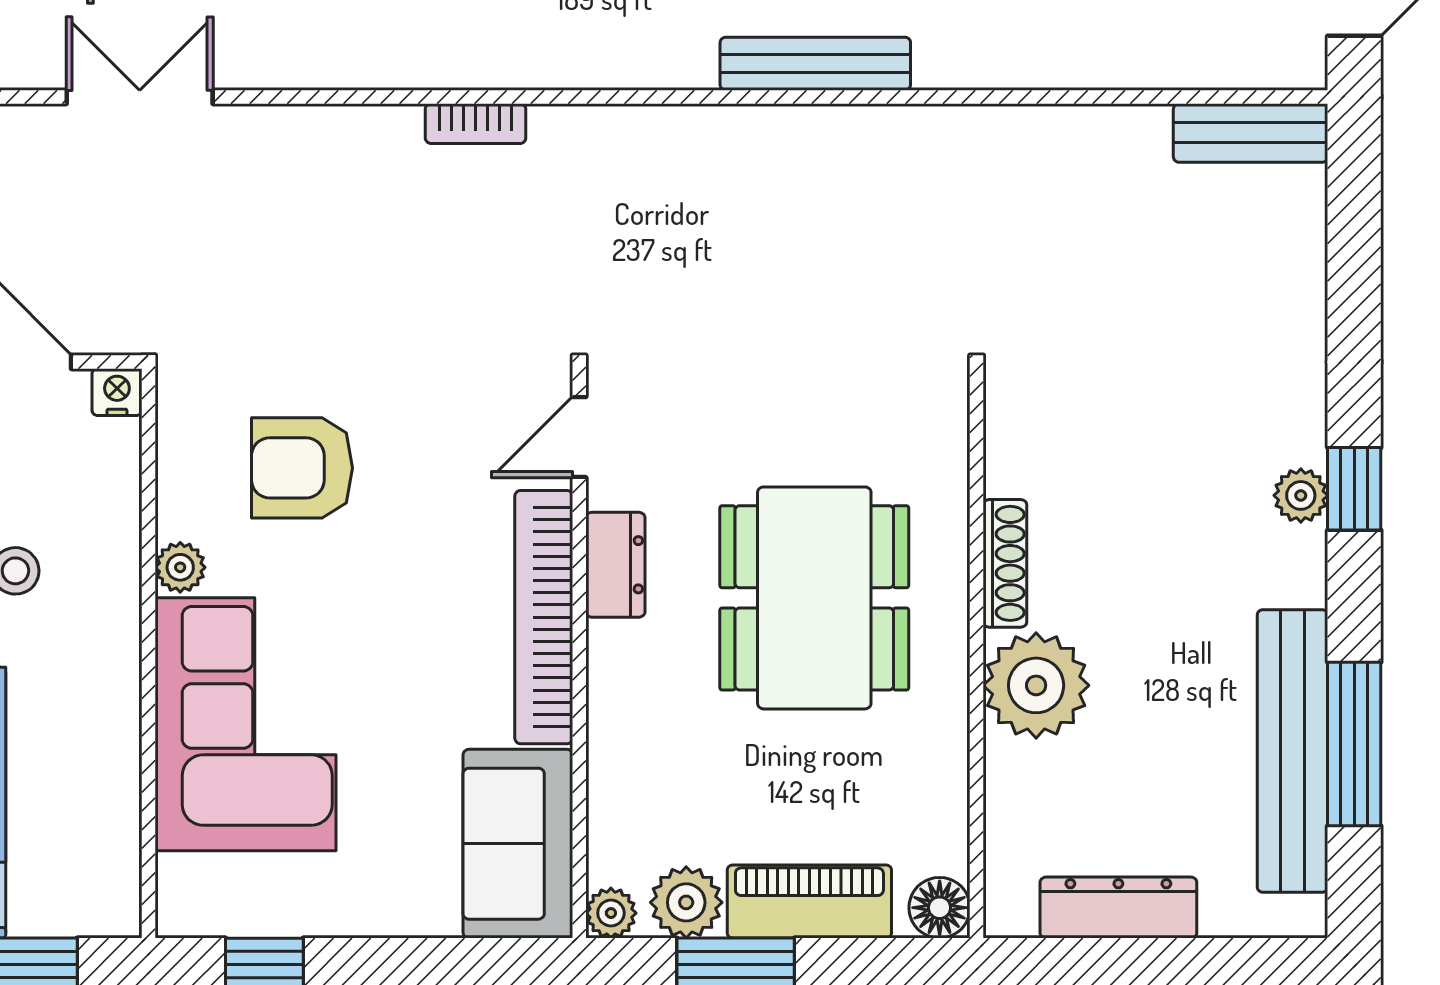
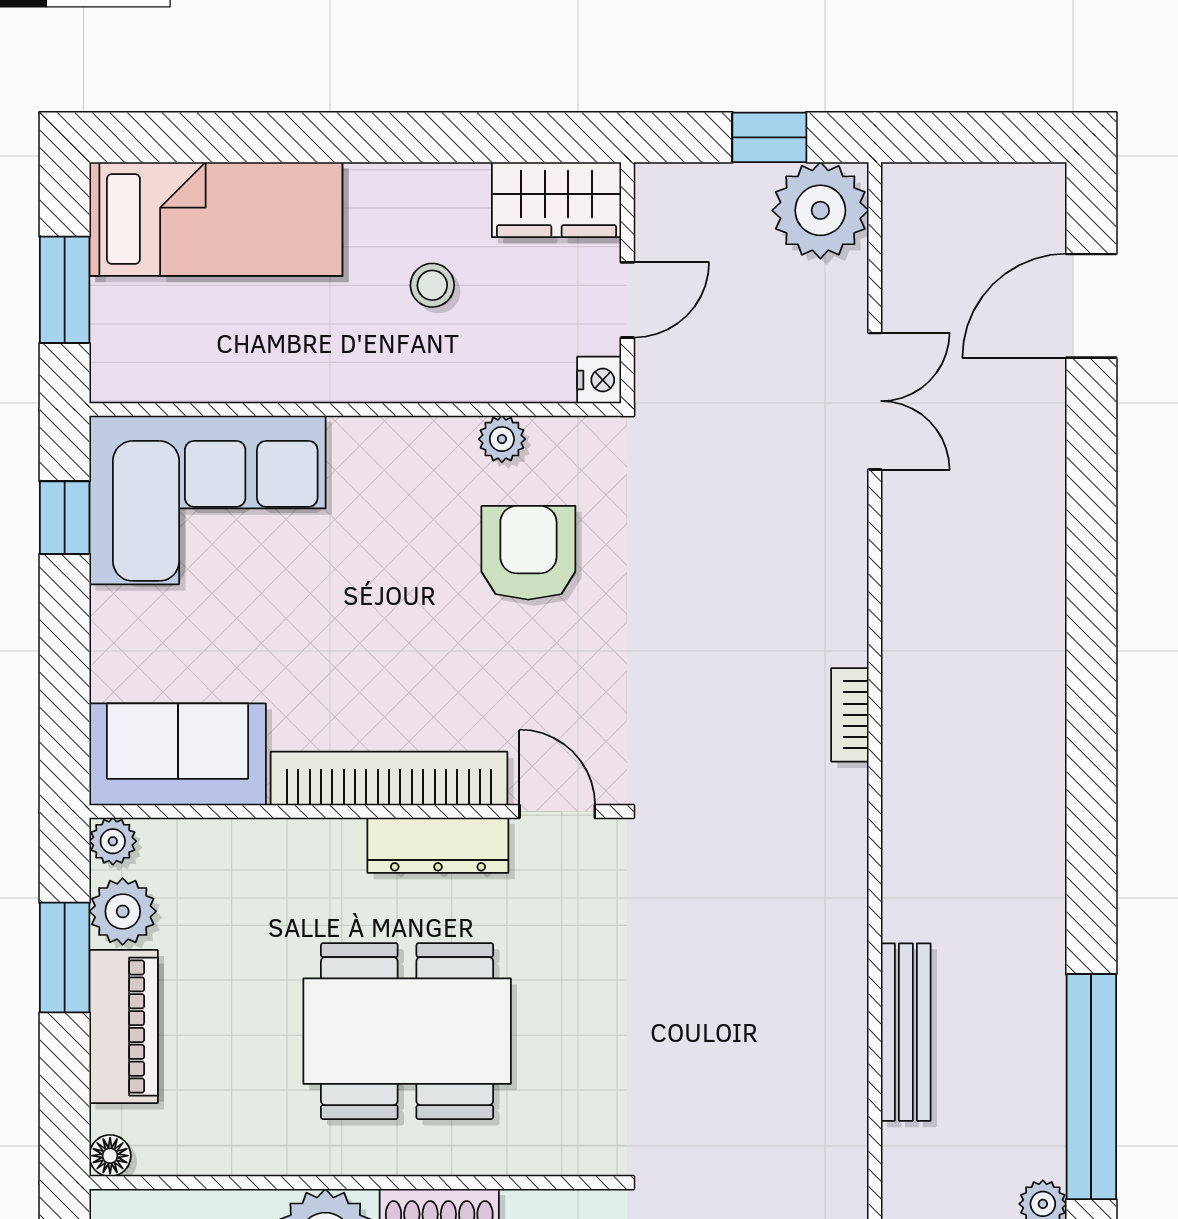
dresser: (615, 565) -> (438, 845), width x1.44
plant: (180, 567) -> (502, 439), moved
corner sofa: (246, 724) -> (207, 500), moved
floor lamp: (940, 908) -> (110, 1156), width x0.73, depth x0.73

